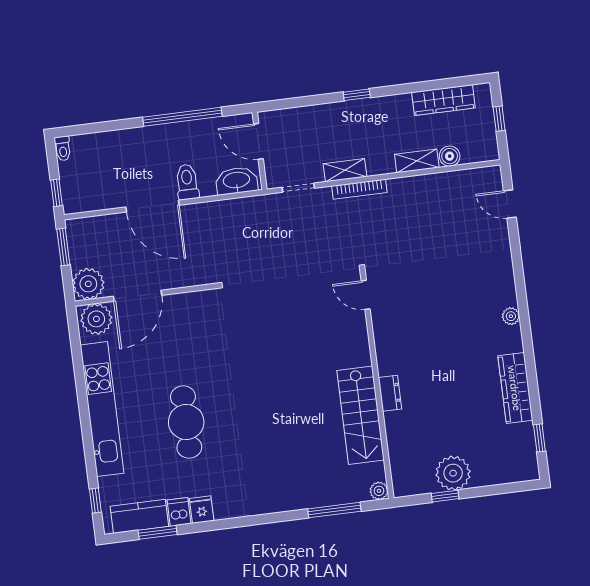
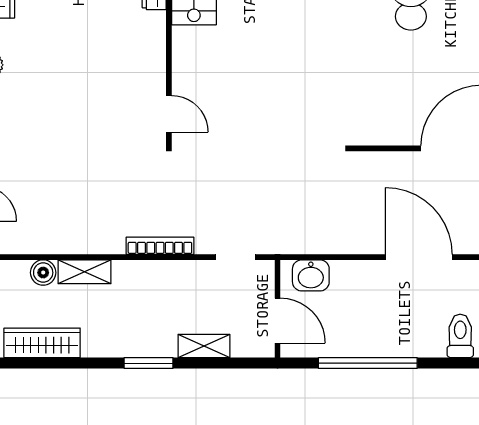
window: (357, 95) -> (149, 363), width x1.50
shelving: (345, 170) -> (204, 346), moved
washbasin: (236, 181) -> (311, 275), width x0.72
toilet: (187, 182) -> (460, 336), moved, turned 180

